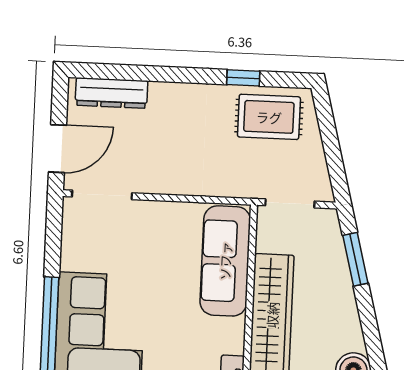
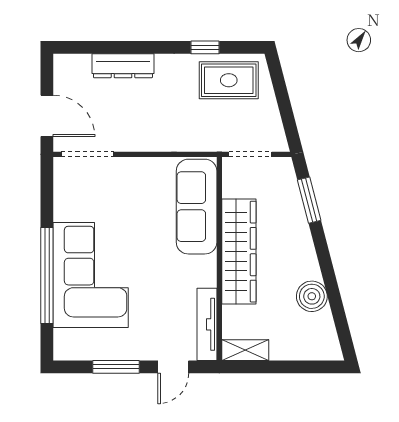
dresser: (111, 93) -> (123, 66), moved
door: (57, 149) -> (47, 116), hinge flipped

